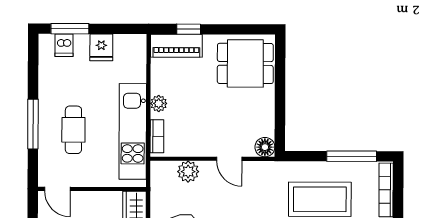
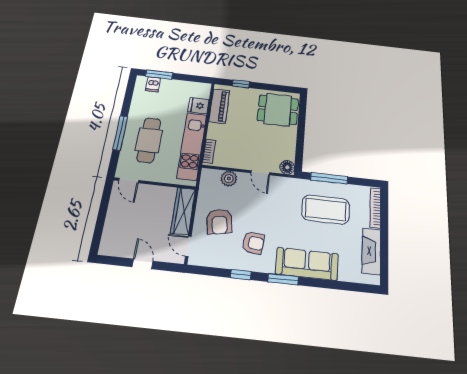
piano: (176, 46) -> (219, 106), moved, turned -90
fridge: (101, 47) -> (198, 106), moved, turned 90
plant: (159, 103) -> (214, 129), removed
cafe table: (73, 130) -> (149, 140), width x1.37, depth x1.35
window: (352, 156) -> (329, 178), moved

